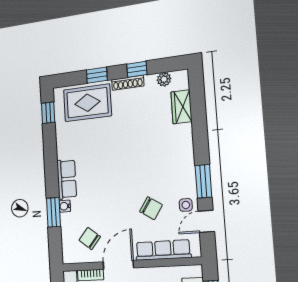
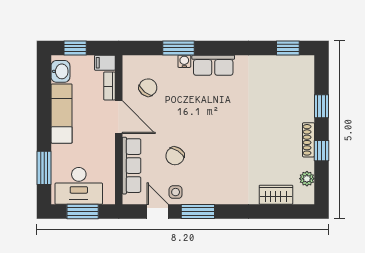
rug: (87, 103) -> (293, 94), removed

